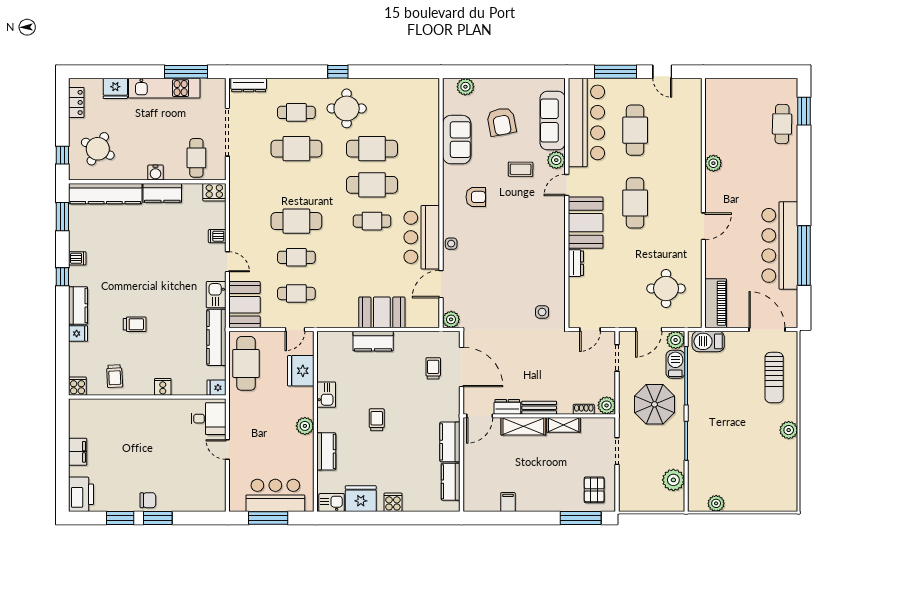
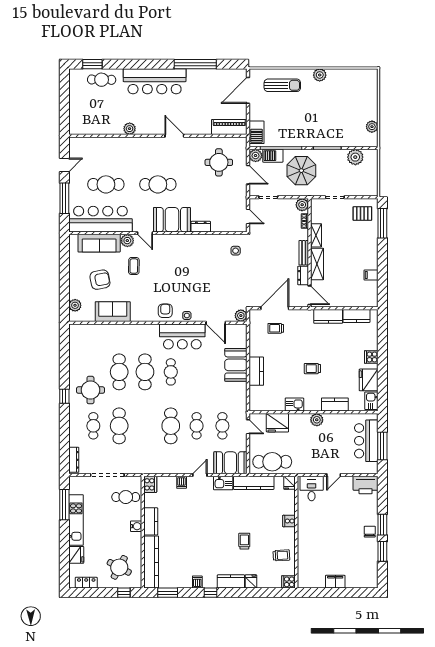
armchair: (476, 197) -> (165, 311), moved
bar counter: (780, 245) -> (155, 81), moved
printer: (81, 494) -> (366, 485), moved, turned 180

